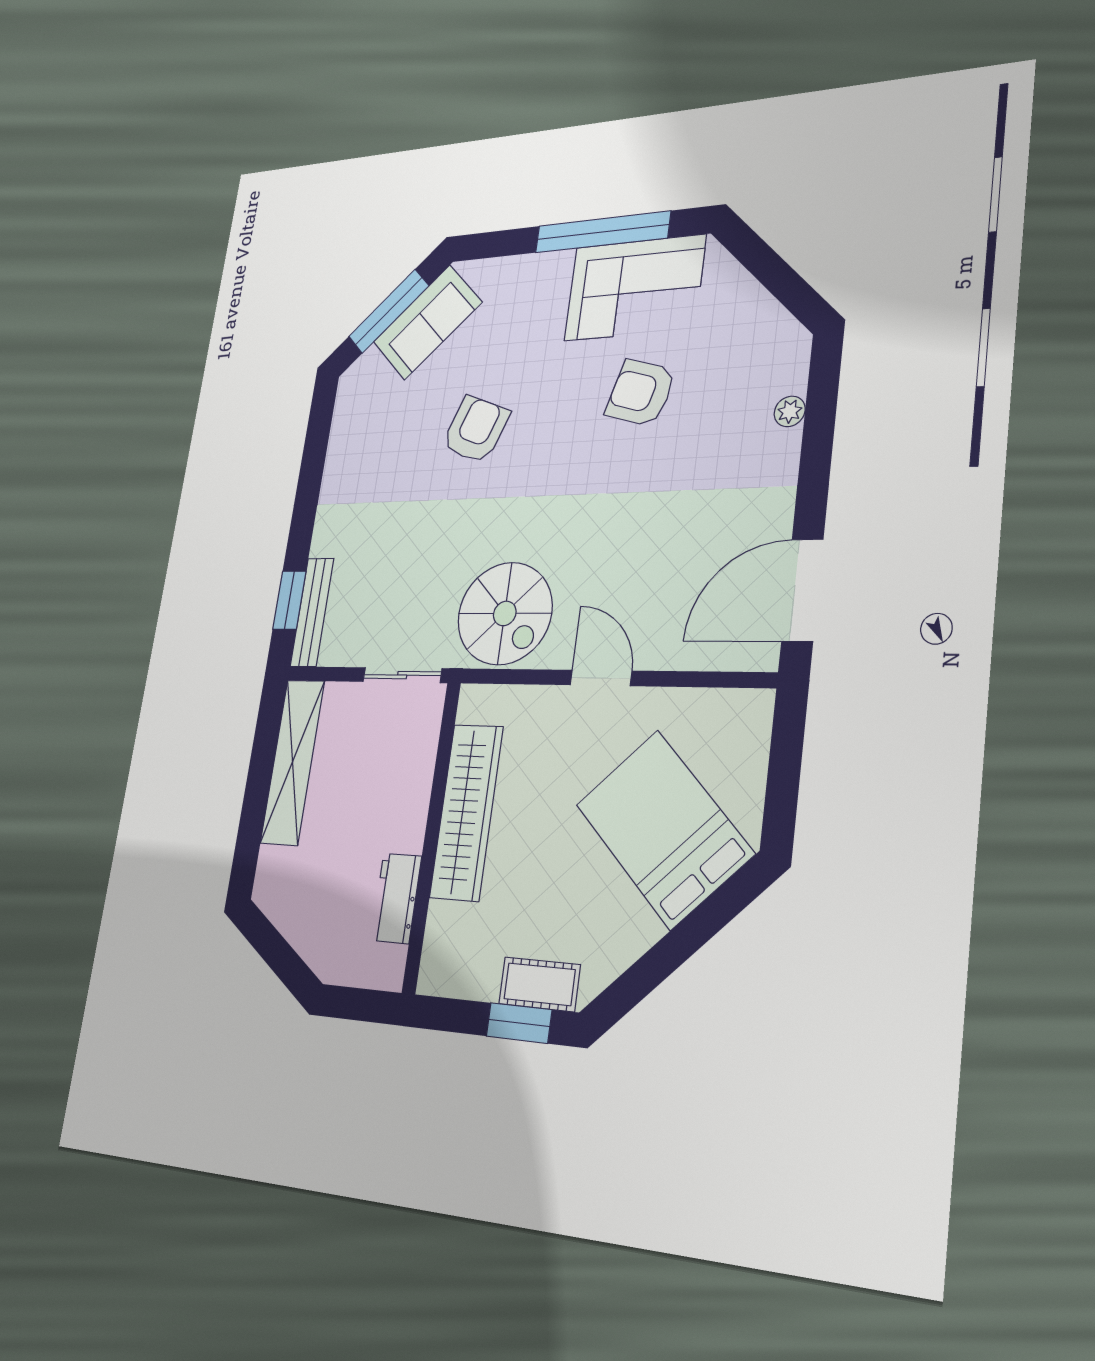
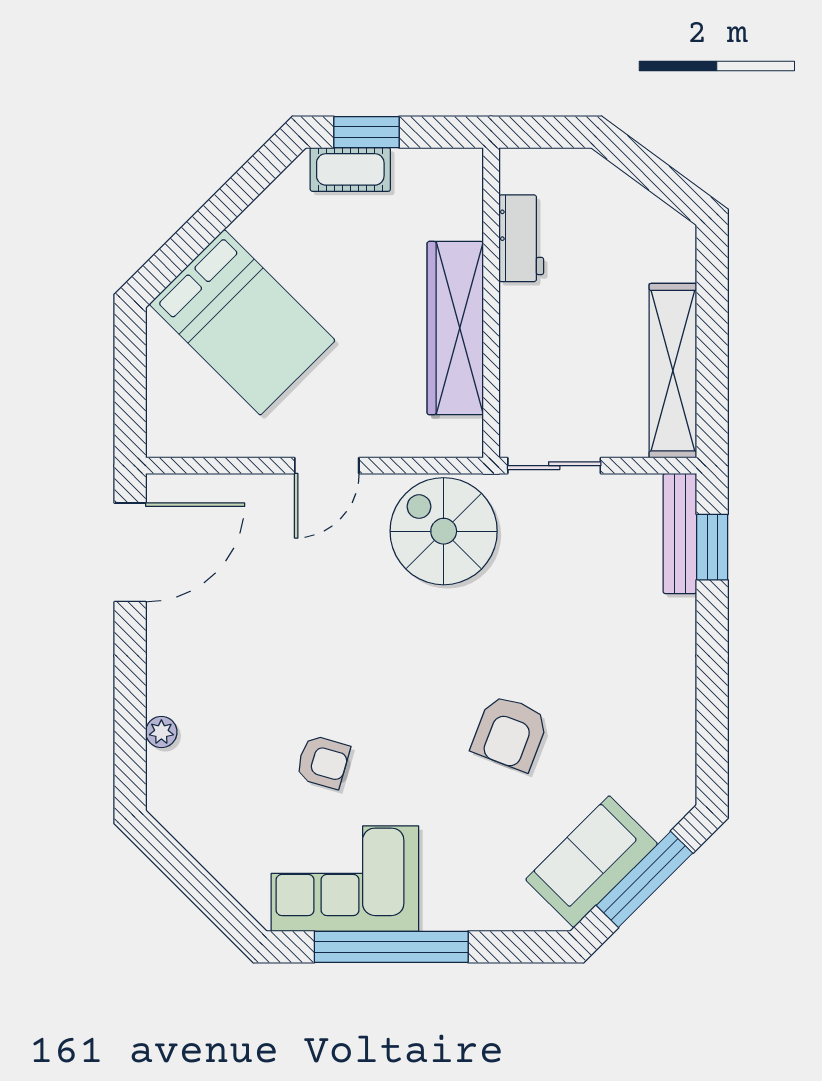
armchair: (641, 393) -> (323, 762), width x0.72, depth x0.72
door: (601, 678) -> (327, 466), hinge flipped

